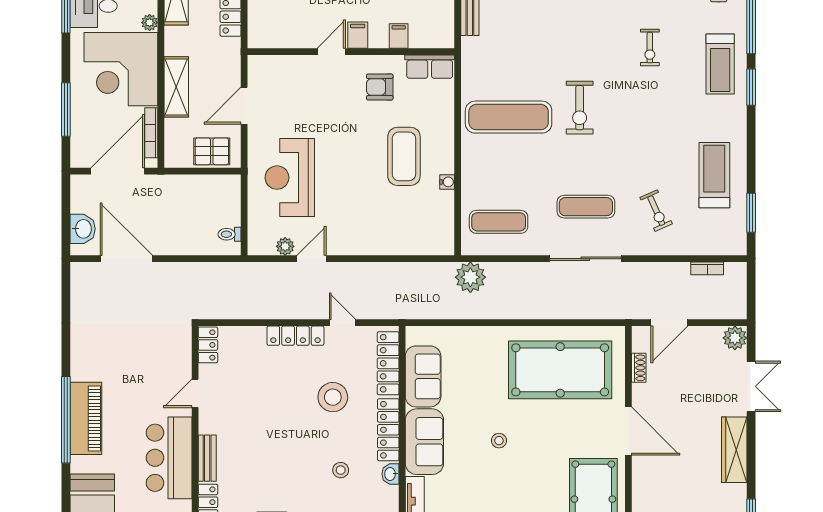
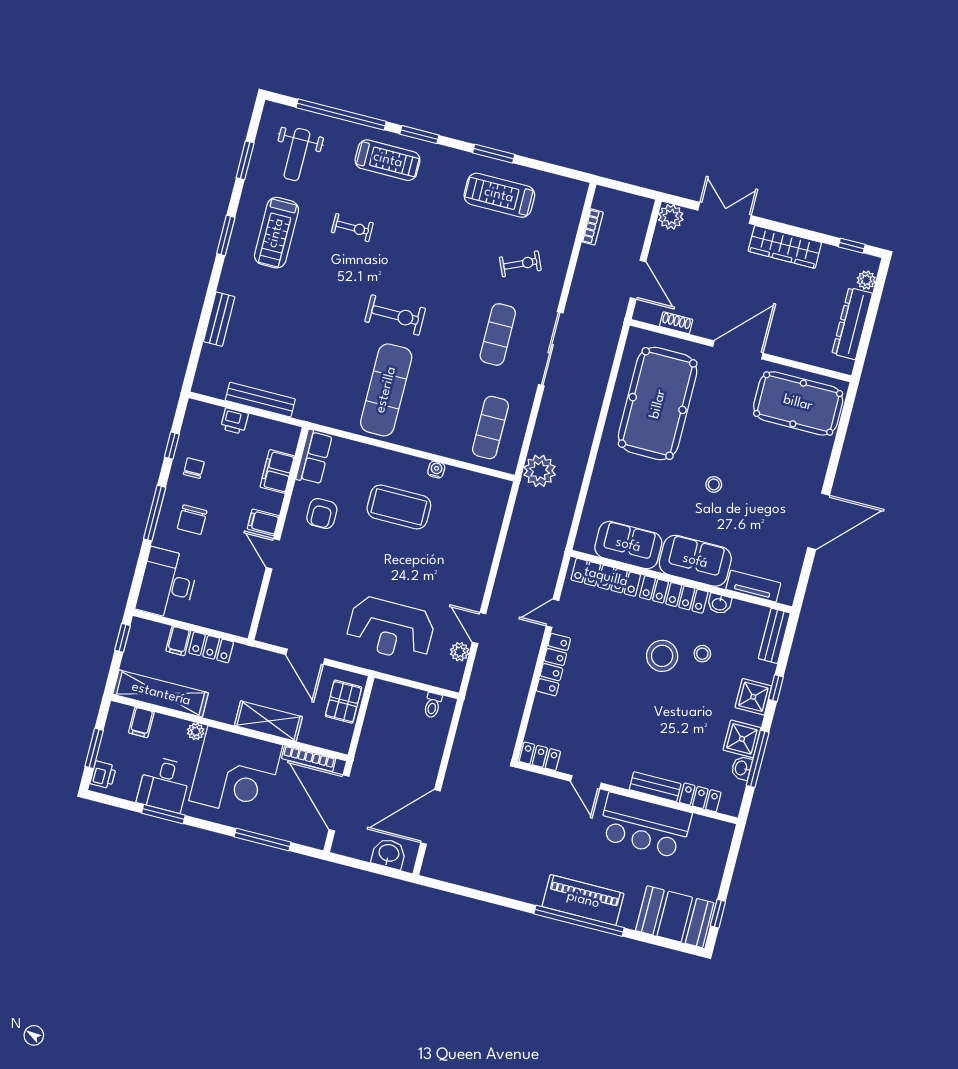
filing cabinet: (399, 36) -> (277, 471), width x2.00
window: (751, 213) -> (494, 154), moved
stool: (333, 397) -> (662, 656), moved

